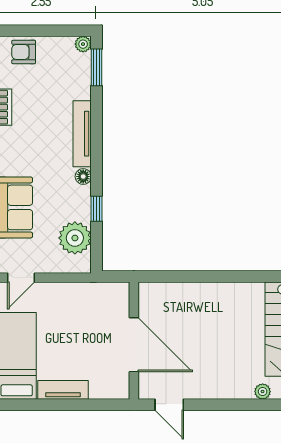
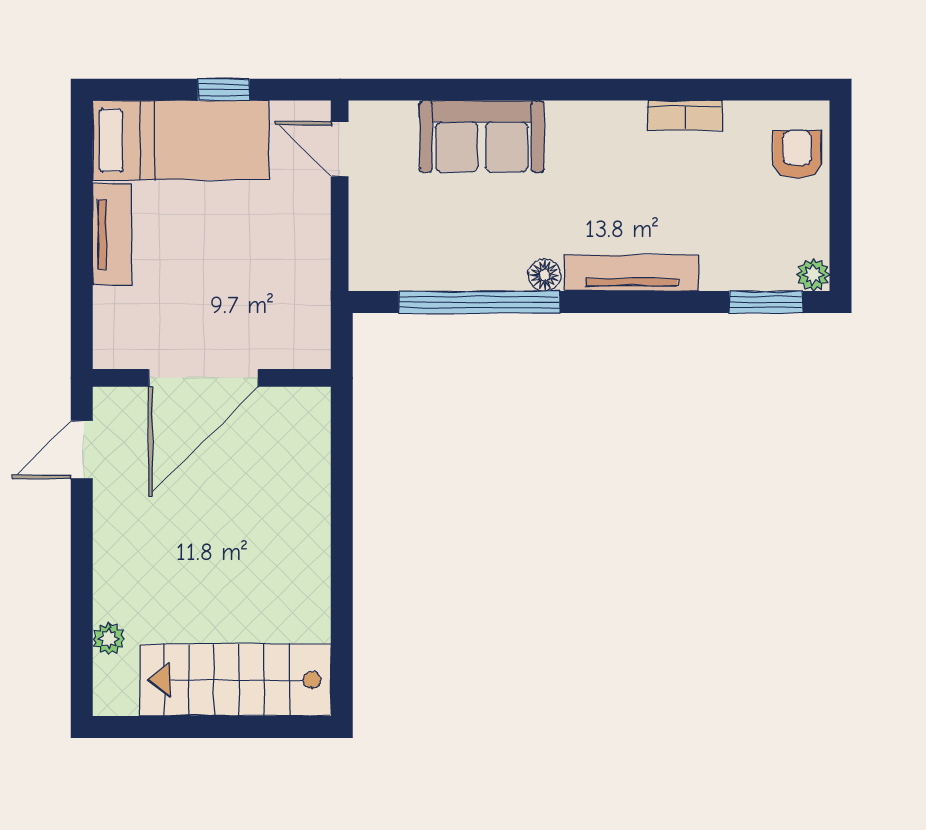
window: (96, 209) -> (479, 302), width x3.17
plant: (75, 238) -> (420, 258), removed

